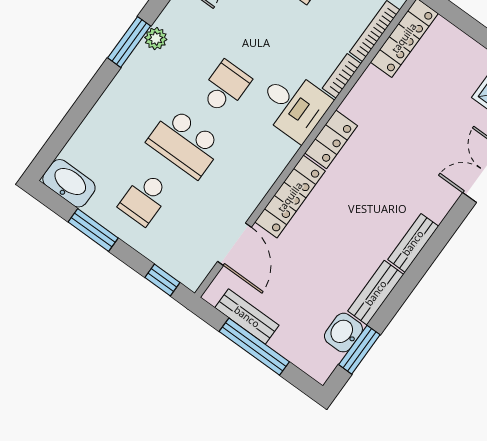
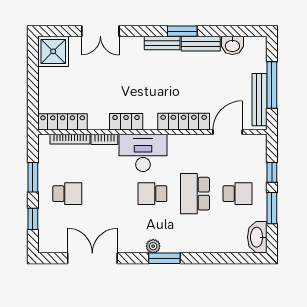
desk: (294, 105) -> (143, 153), width x1.37
locker: (331, 139) -> (126, 122), moved
school desk: (185, 143) -> (195, 194), turned 180
window: (162, 280) -> (272, 172), moved
bench: (247, 317) -> (259, 100), width x1.36
window: (359, 350) -> (182, 31), moved

